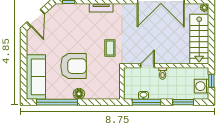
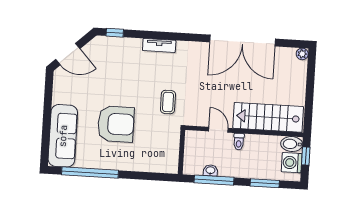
door: (36, 18) -> (68, 54), hinge flipped
stairs: (199, 39) -> (268, 117), moved, turned 90
door: (147, 66) -> (218, 130), hinge flipped
bidet: (201, 73) -> (292, 144), added
floor lamp: (79, 94) -> (121, 163), removed

